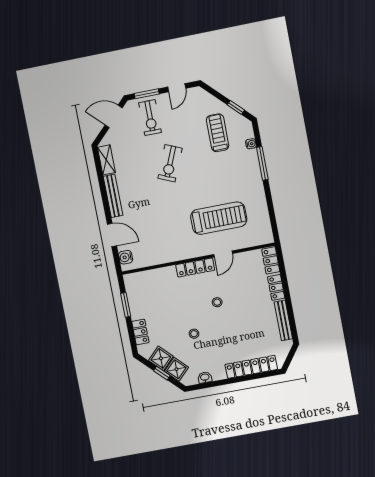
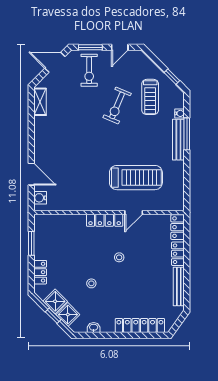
treadmill: (218, 133) -> (150, 97), turned 180
exercise bike: (170, 163) -> (117, 105), moved
bench: (113, 196) -> (178, 140), moved

